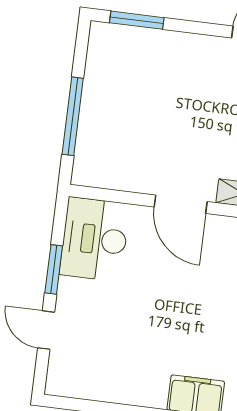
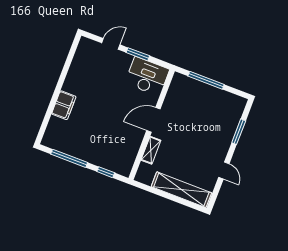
window: (137, 20) -> (239, 132), moved

